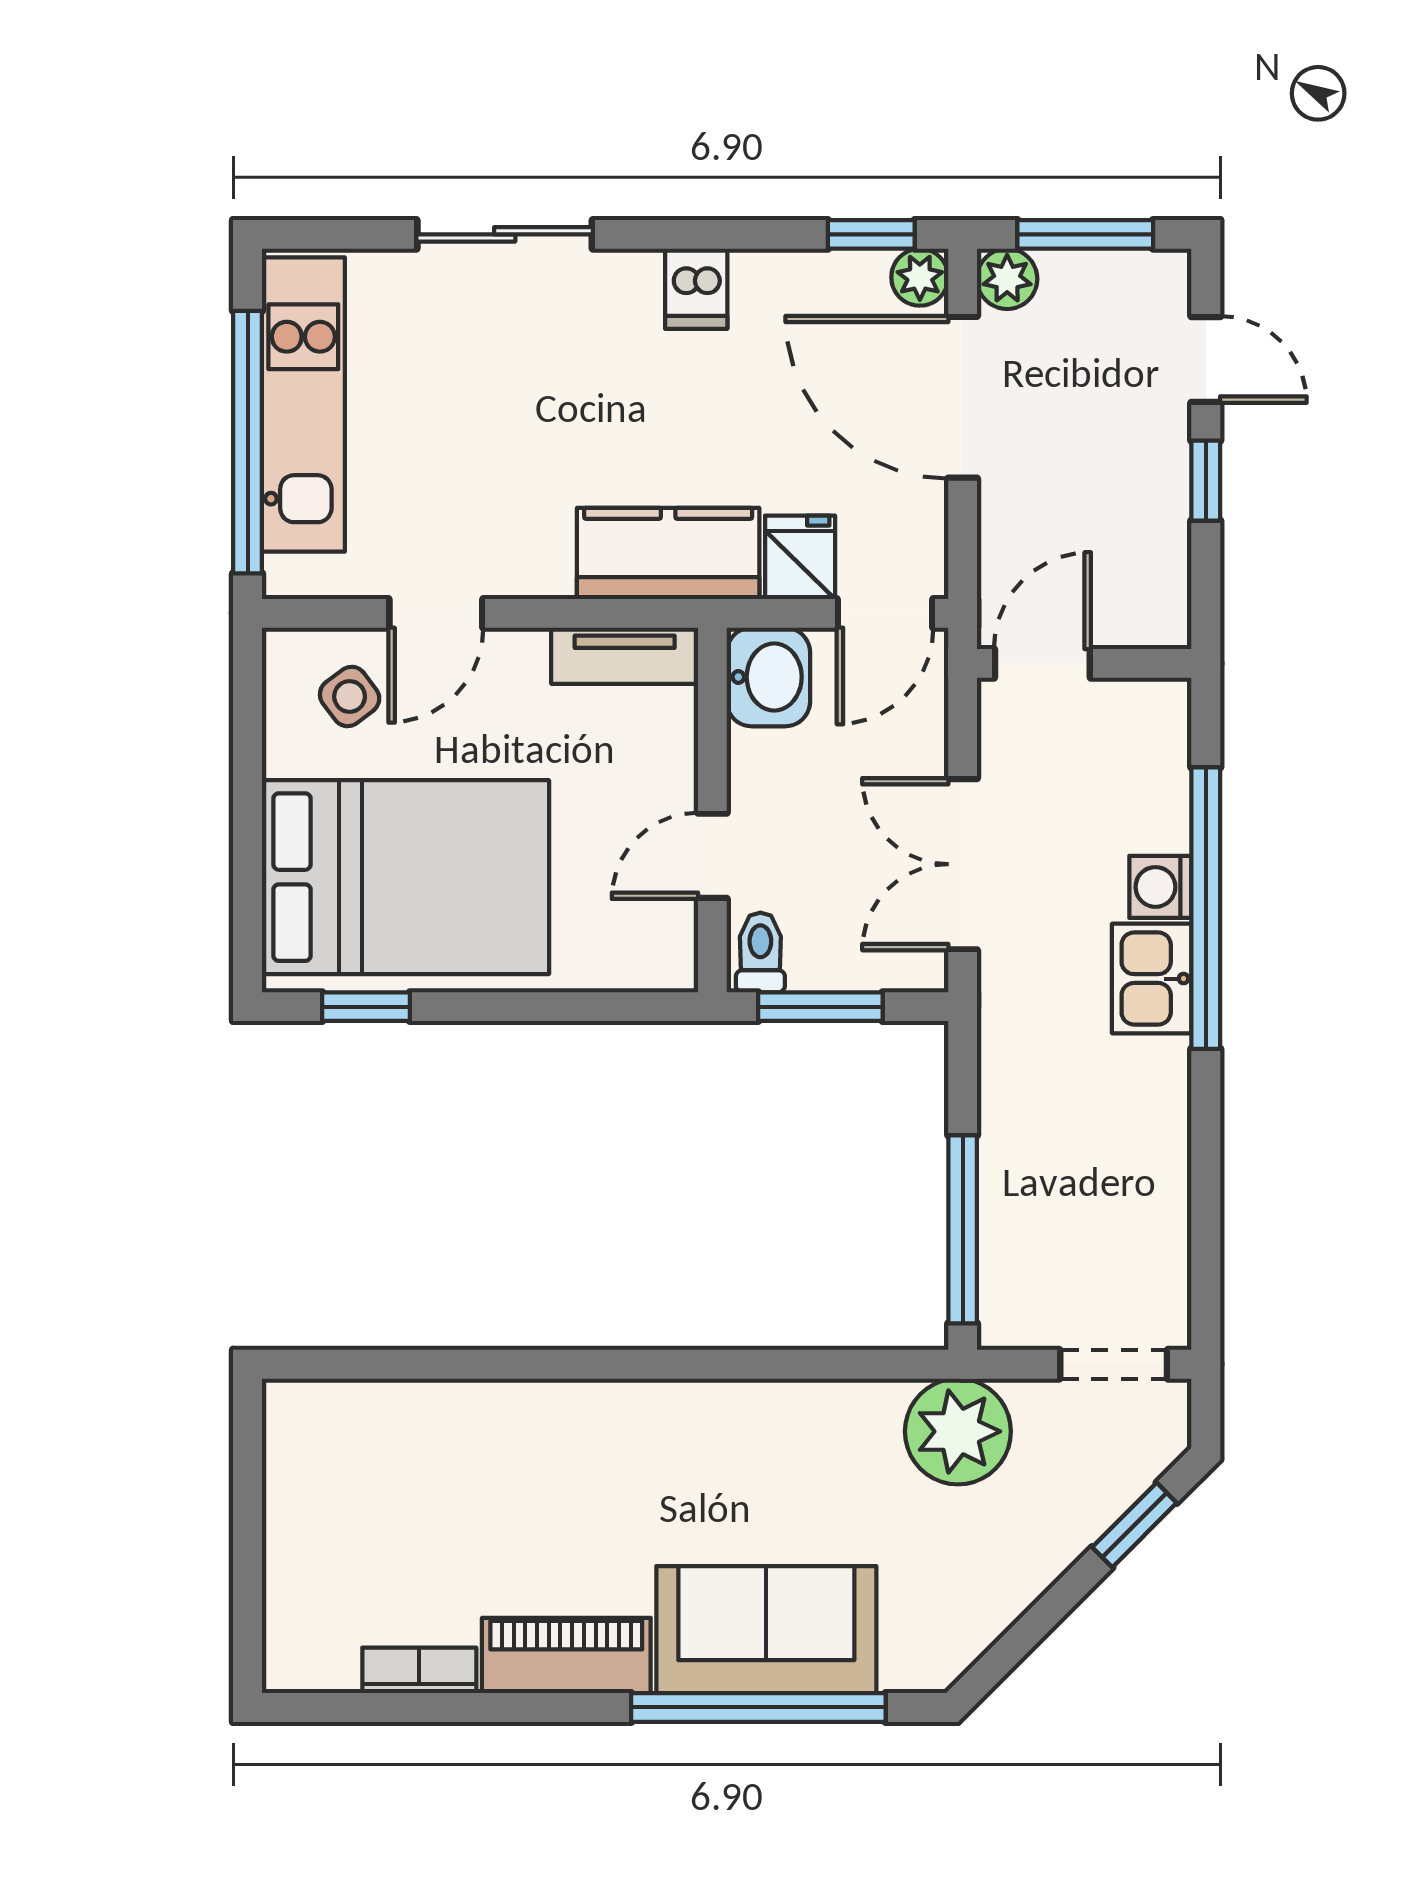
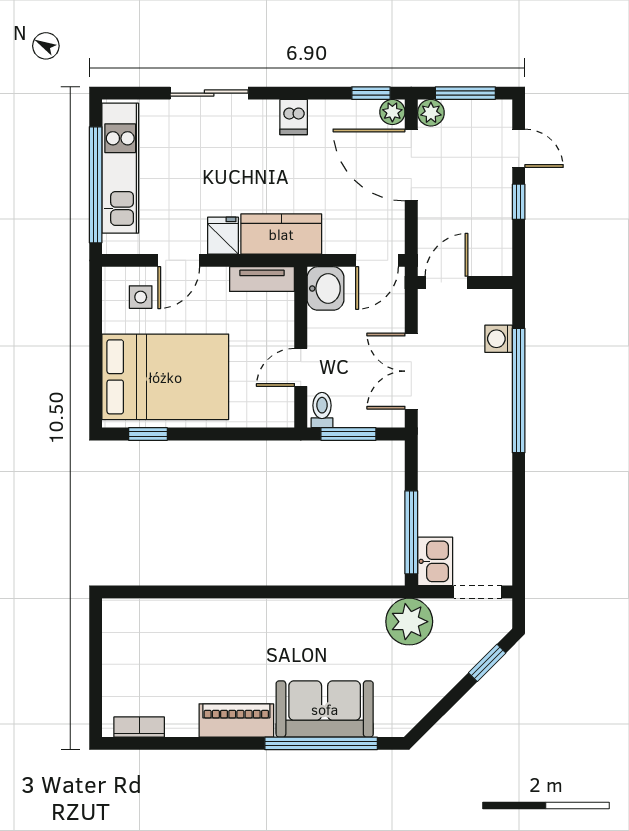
fridge: (800, 557) -> (223, 236), moved
side table: (350, 696) -> (141, 297), turned 37
washing machine: (1160, 887) -> (499, 339), moved
kitchen sink: (1152, 979) -> (435, 561), moved, turned 180
bookcase: (419, 1670) -> (139, 727), moved

